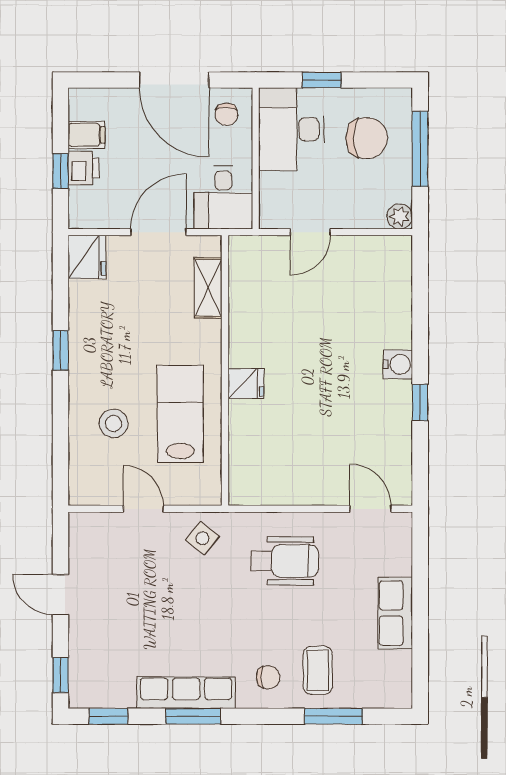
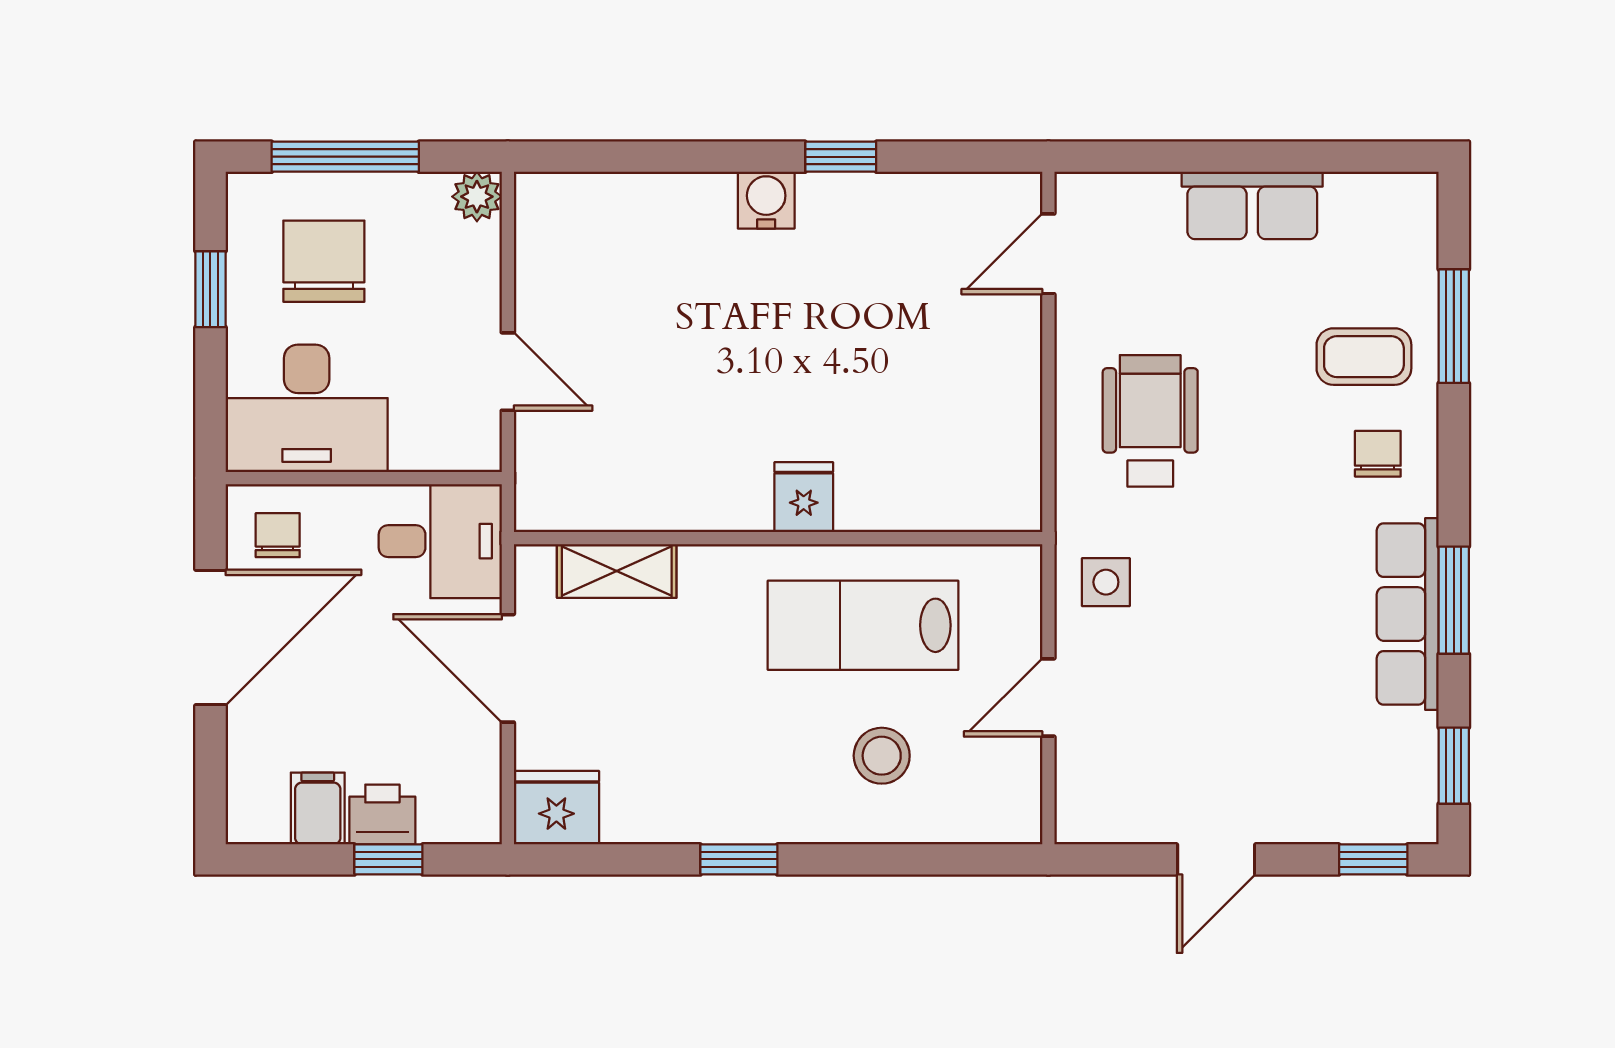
window: (322, 80) -> (210, 289), moved
chair: (226, 114) -> (278, 535), turned -90
side table: (202, 538) -> (1106, 582), turned -38

